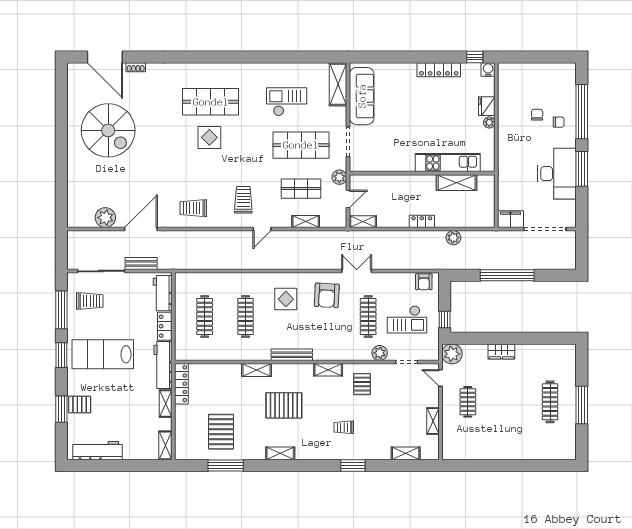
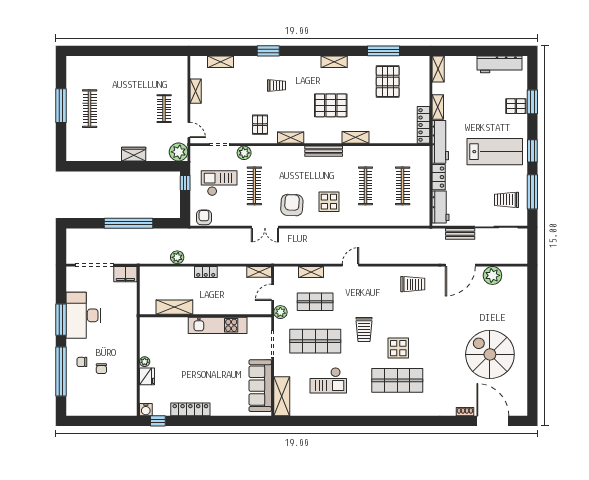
kitchen unit: (448, 163) -> (218, 325), moved
trolley: (243, 200) -> (364, 329), moved

